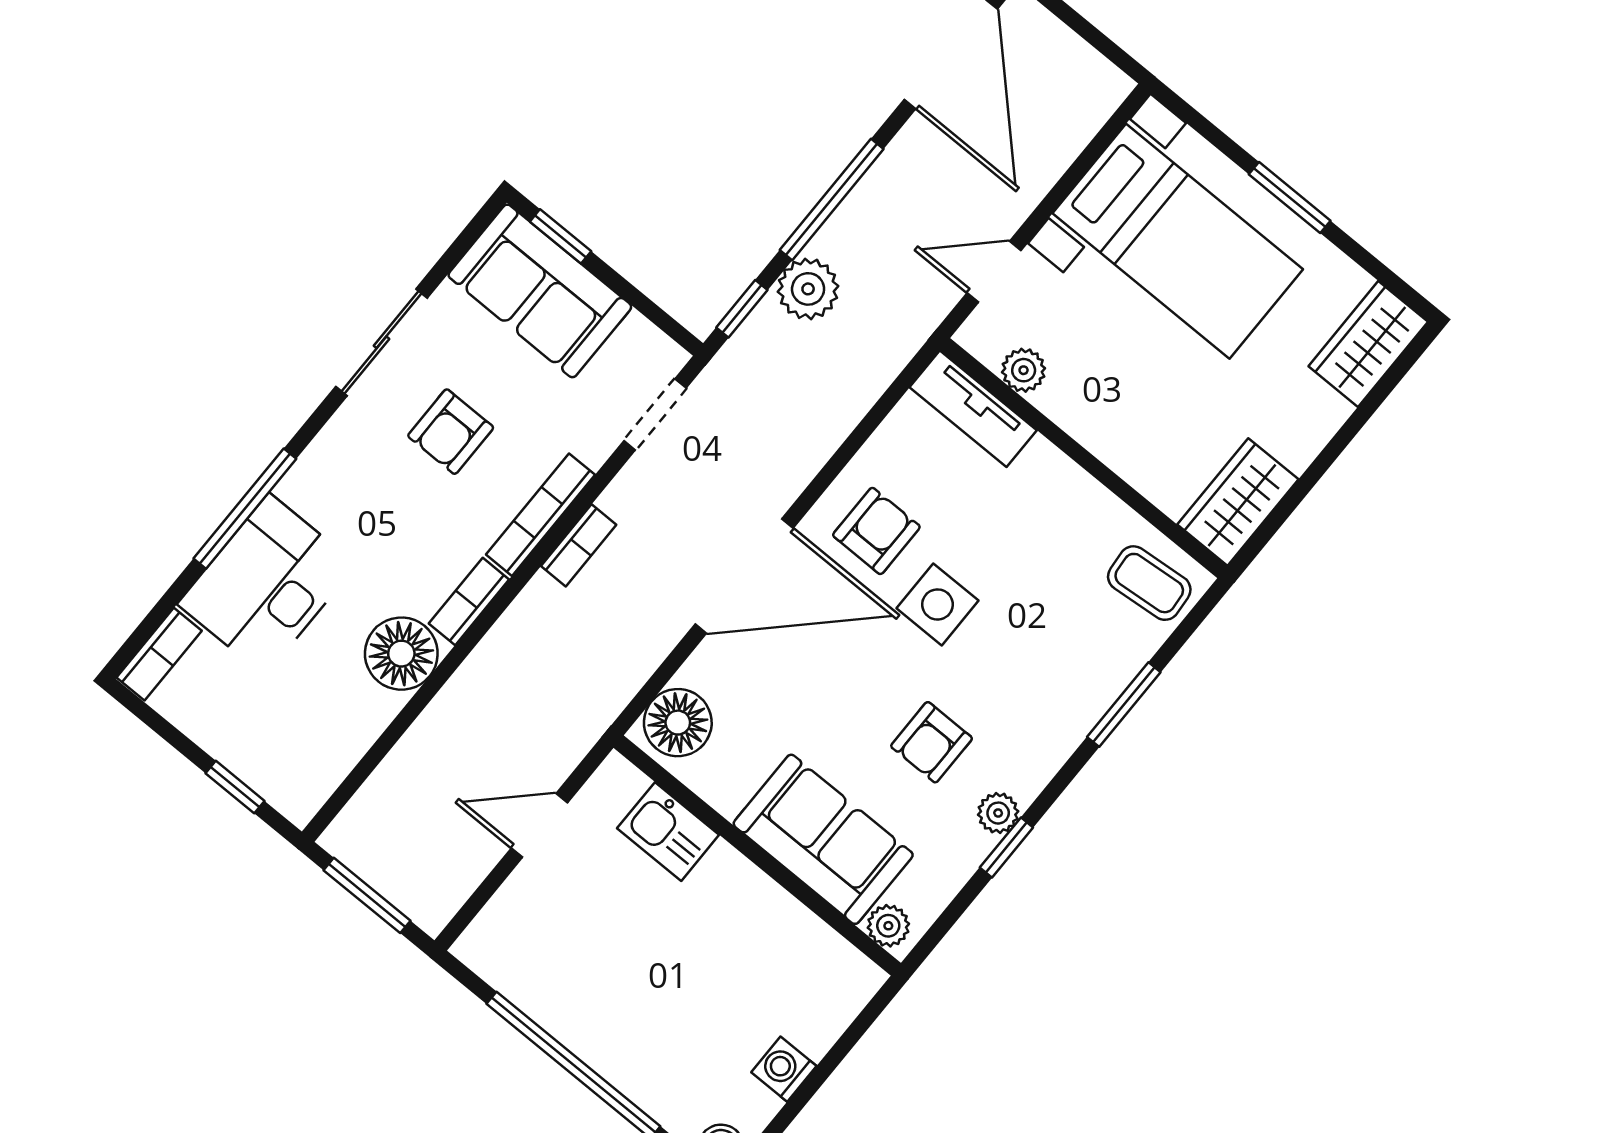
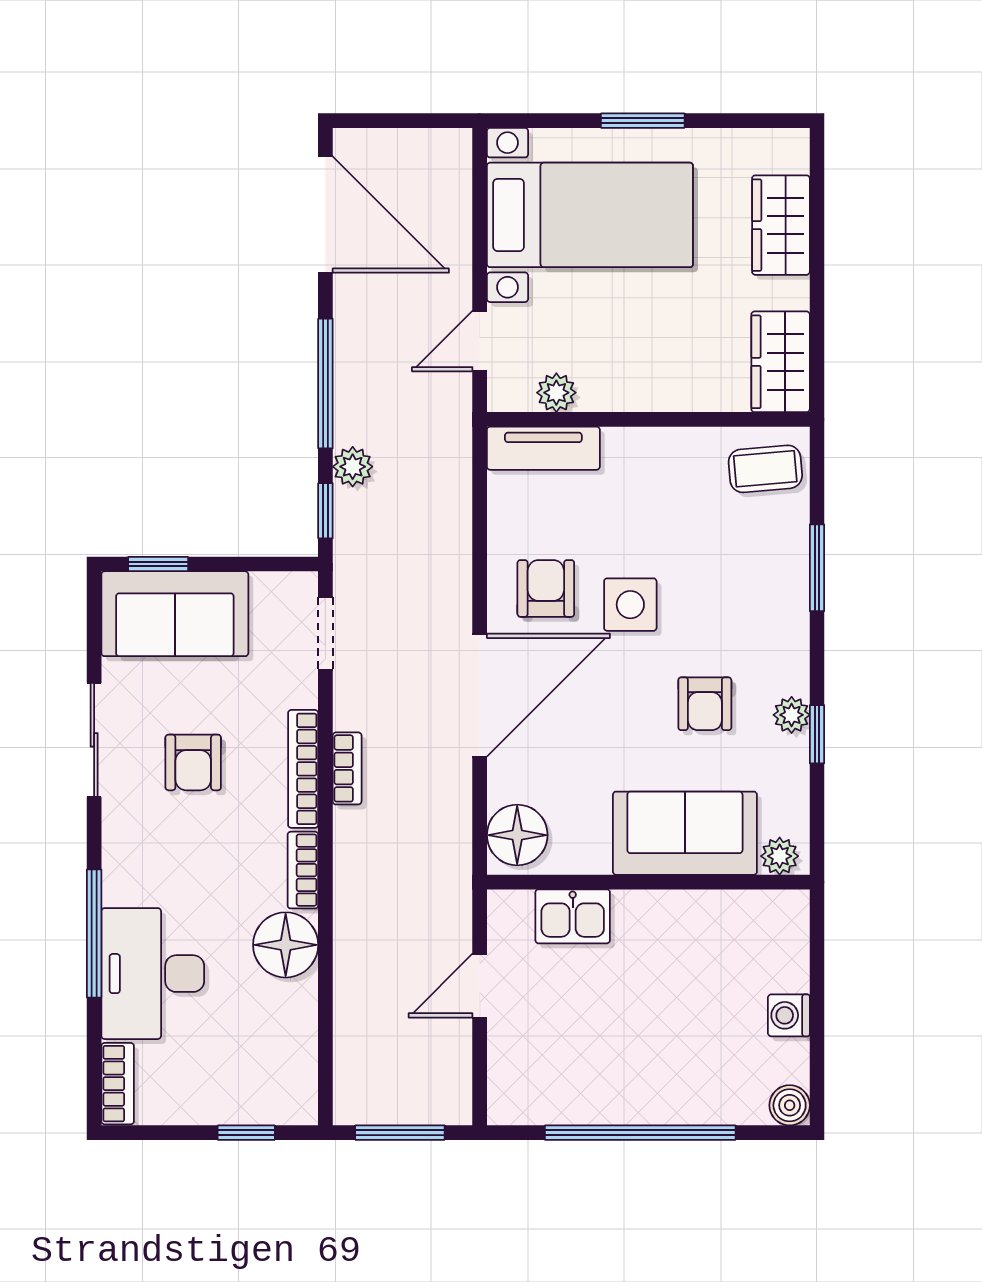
plant: (808, 289) -> (353, 467), width x0.73, depth x0.73
wardrobe: (1368, 344) -> (781, 225), moved

